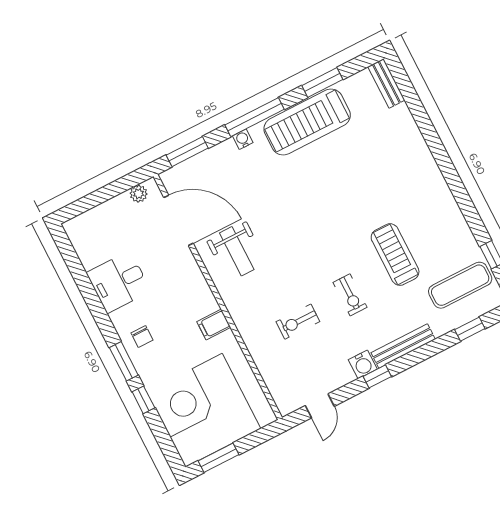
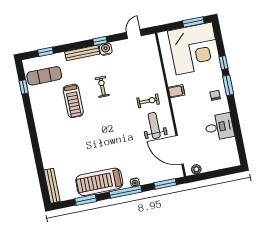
bench: (386, 83) -> (52, 186), width x1.36
treadmill: (307, 122) -> (99, 182), turned 180
exercise bike: (298, 322) -> (148, 101), moved

